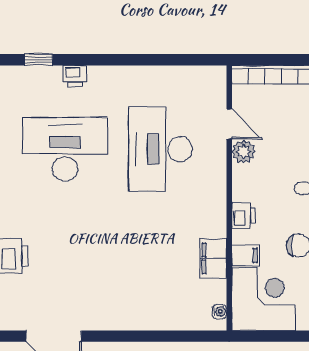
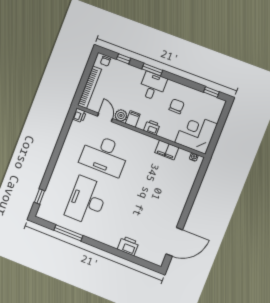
printer: (75, 76) -> (79, 115), moved
door: (229, 124) -> (105, 117), hinge flipped
filing cabinet: (246, 255) -> (133, 119), moved

